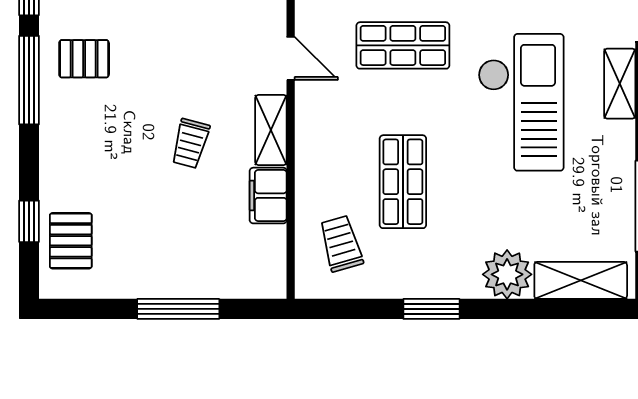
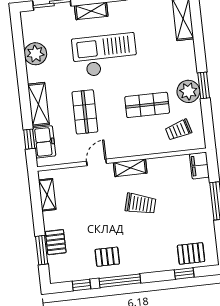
pallet: (84, 59) -> (107, 257), turned 90
trolley: (190, 143) -> (140, 204), width x1.36, depth x1.39
filing cabinet: (268, 196) -> (199, 166), moved, turned 90
plant: (507, 274) -> (188, 91), moved

